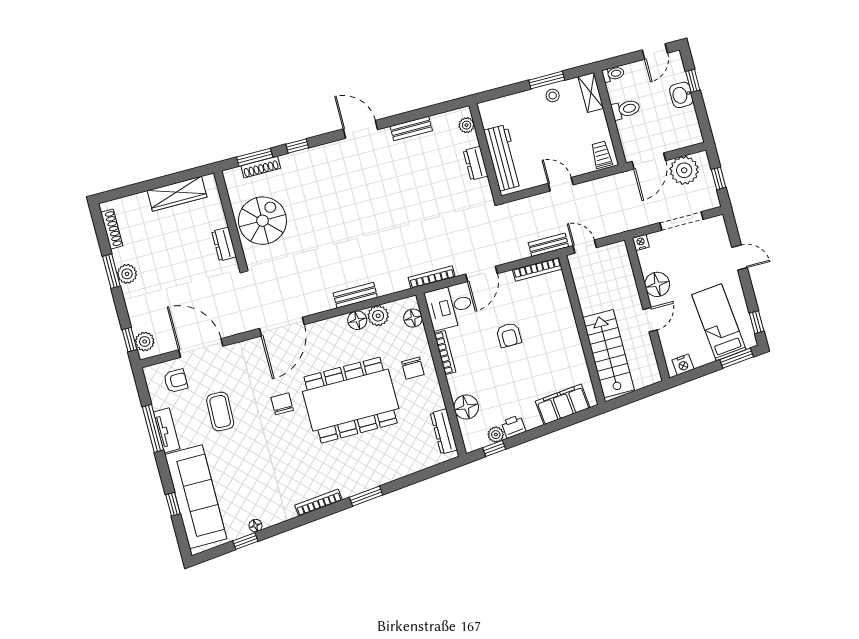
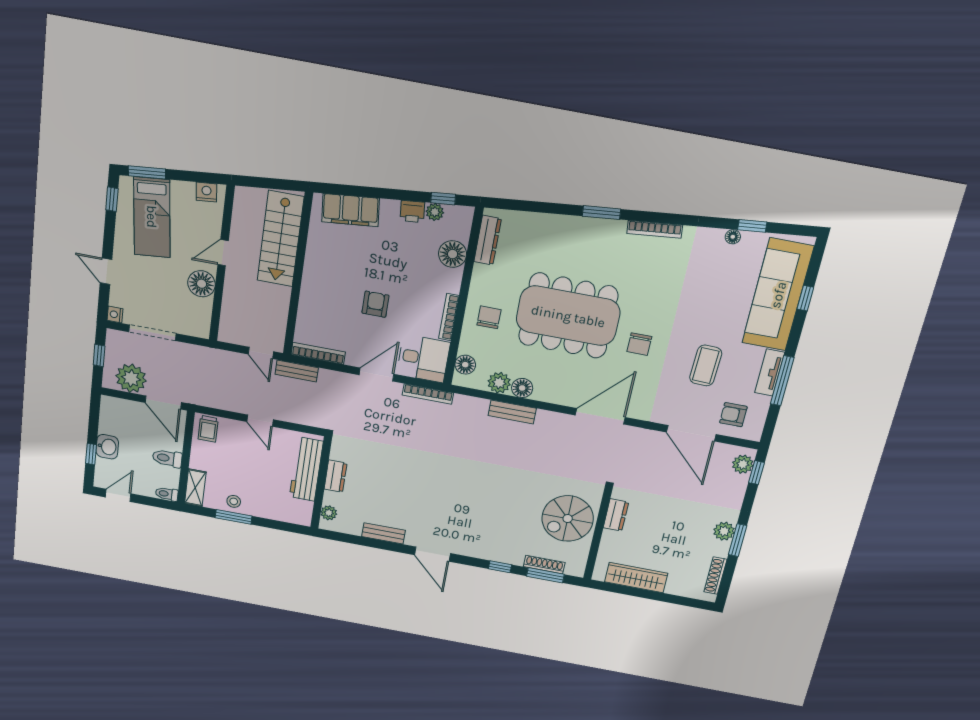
door: (649, 161) -> (163, 402), swing flipped
nightstand: (641, 243) -> (115, 314), moved, turned 90

